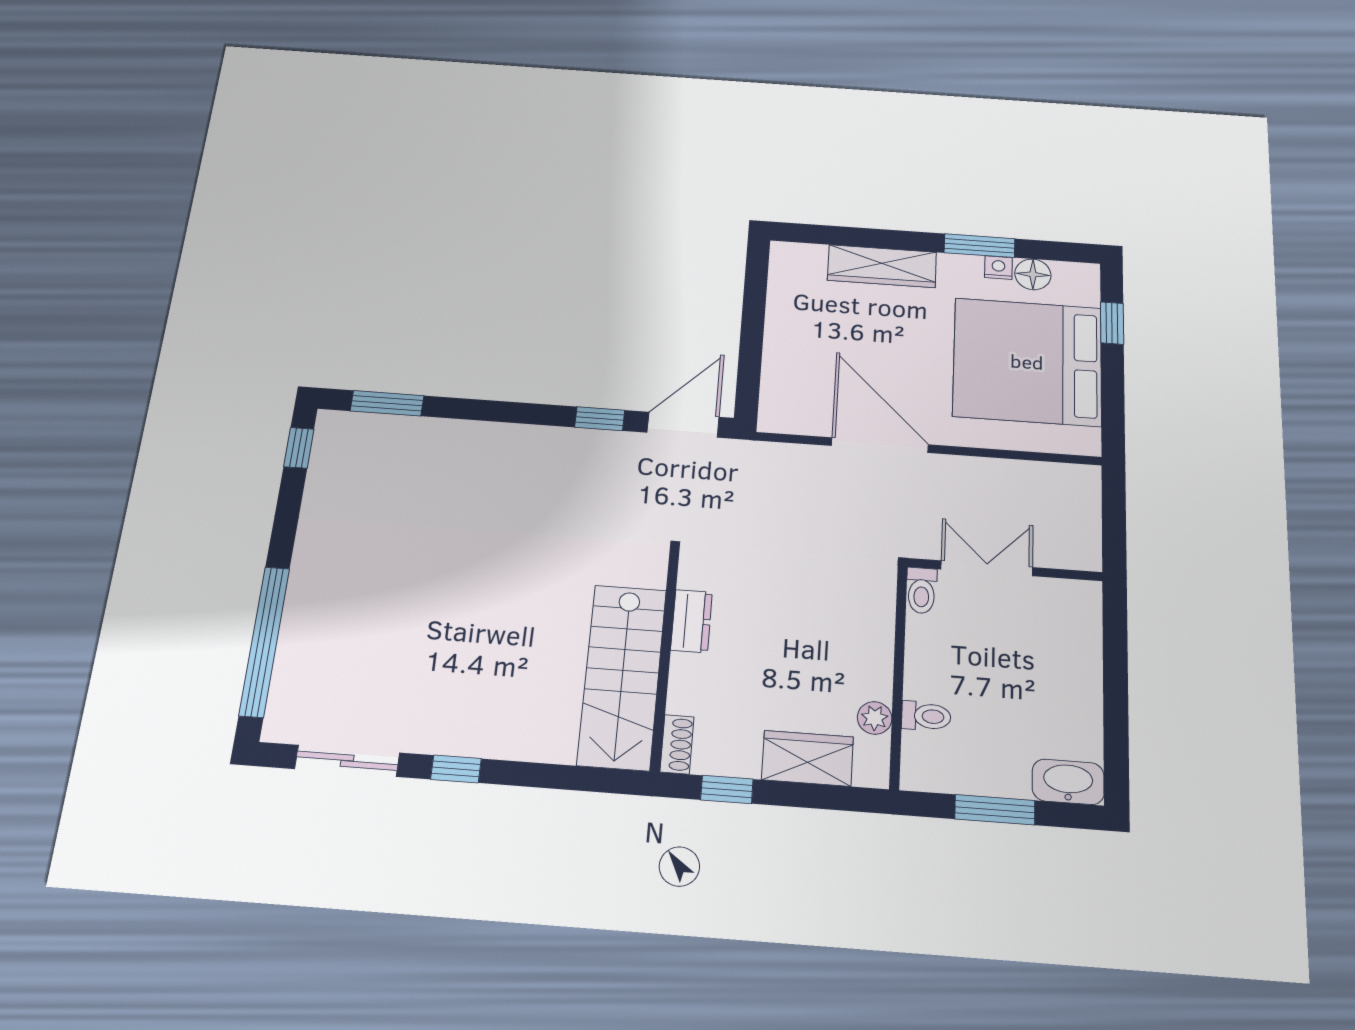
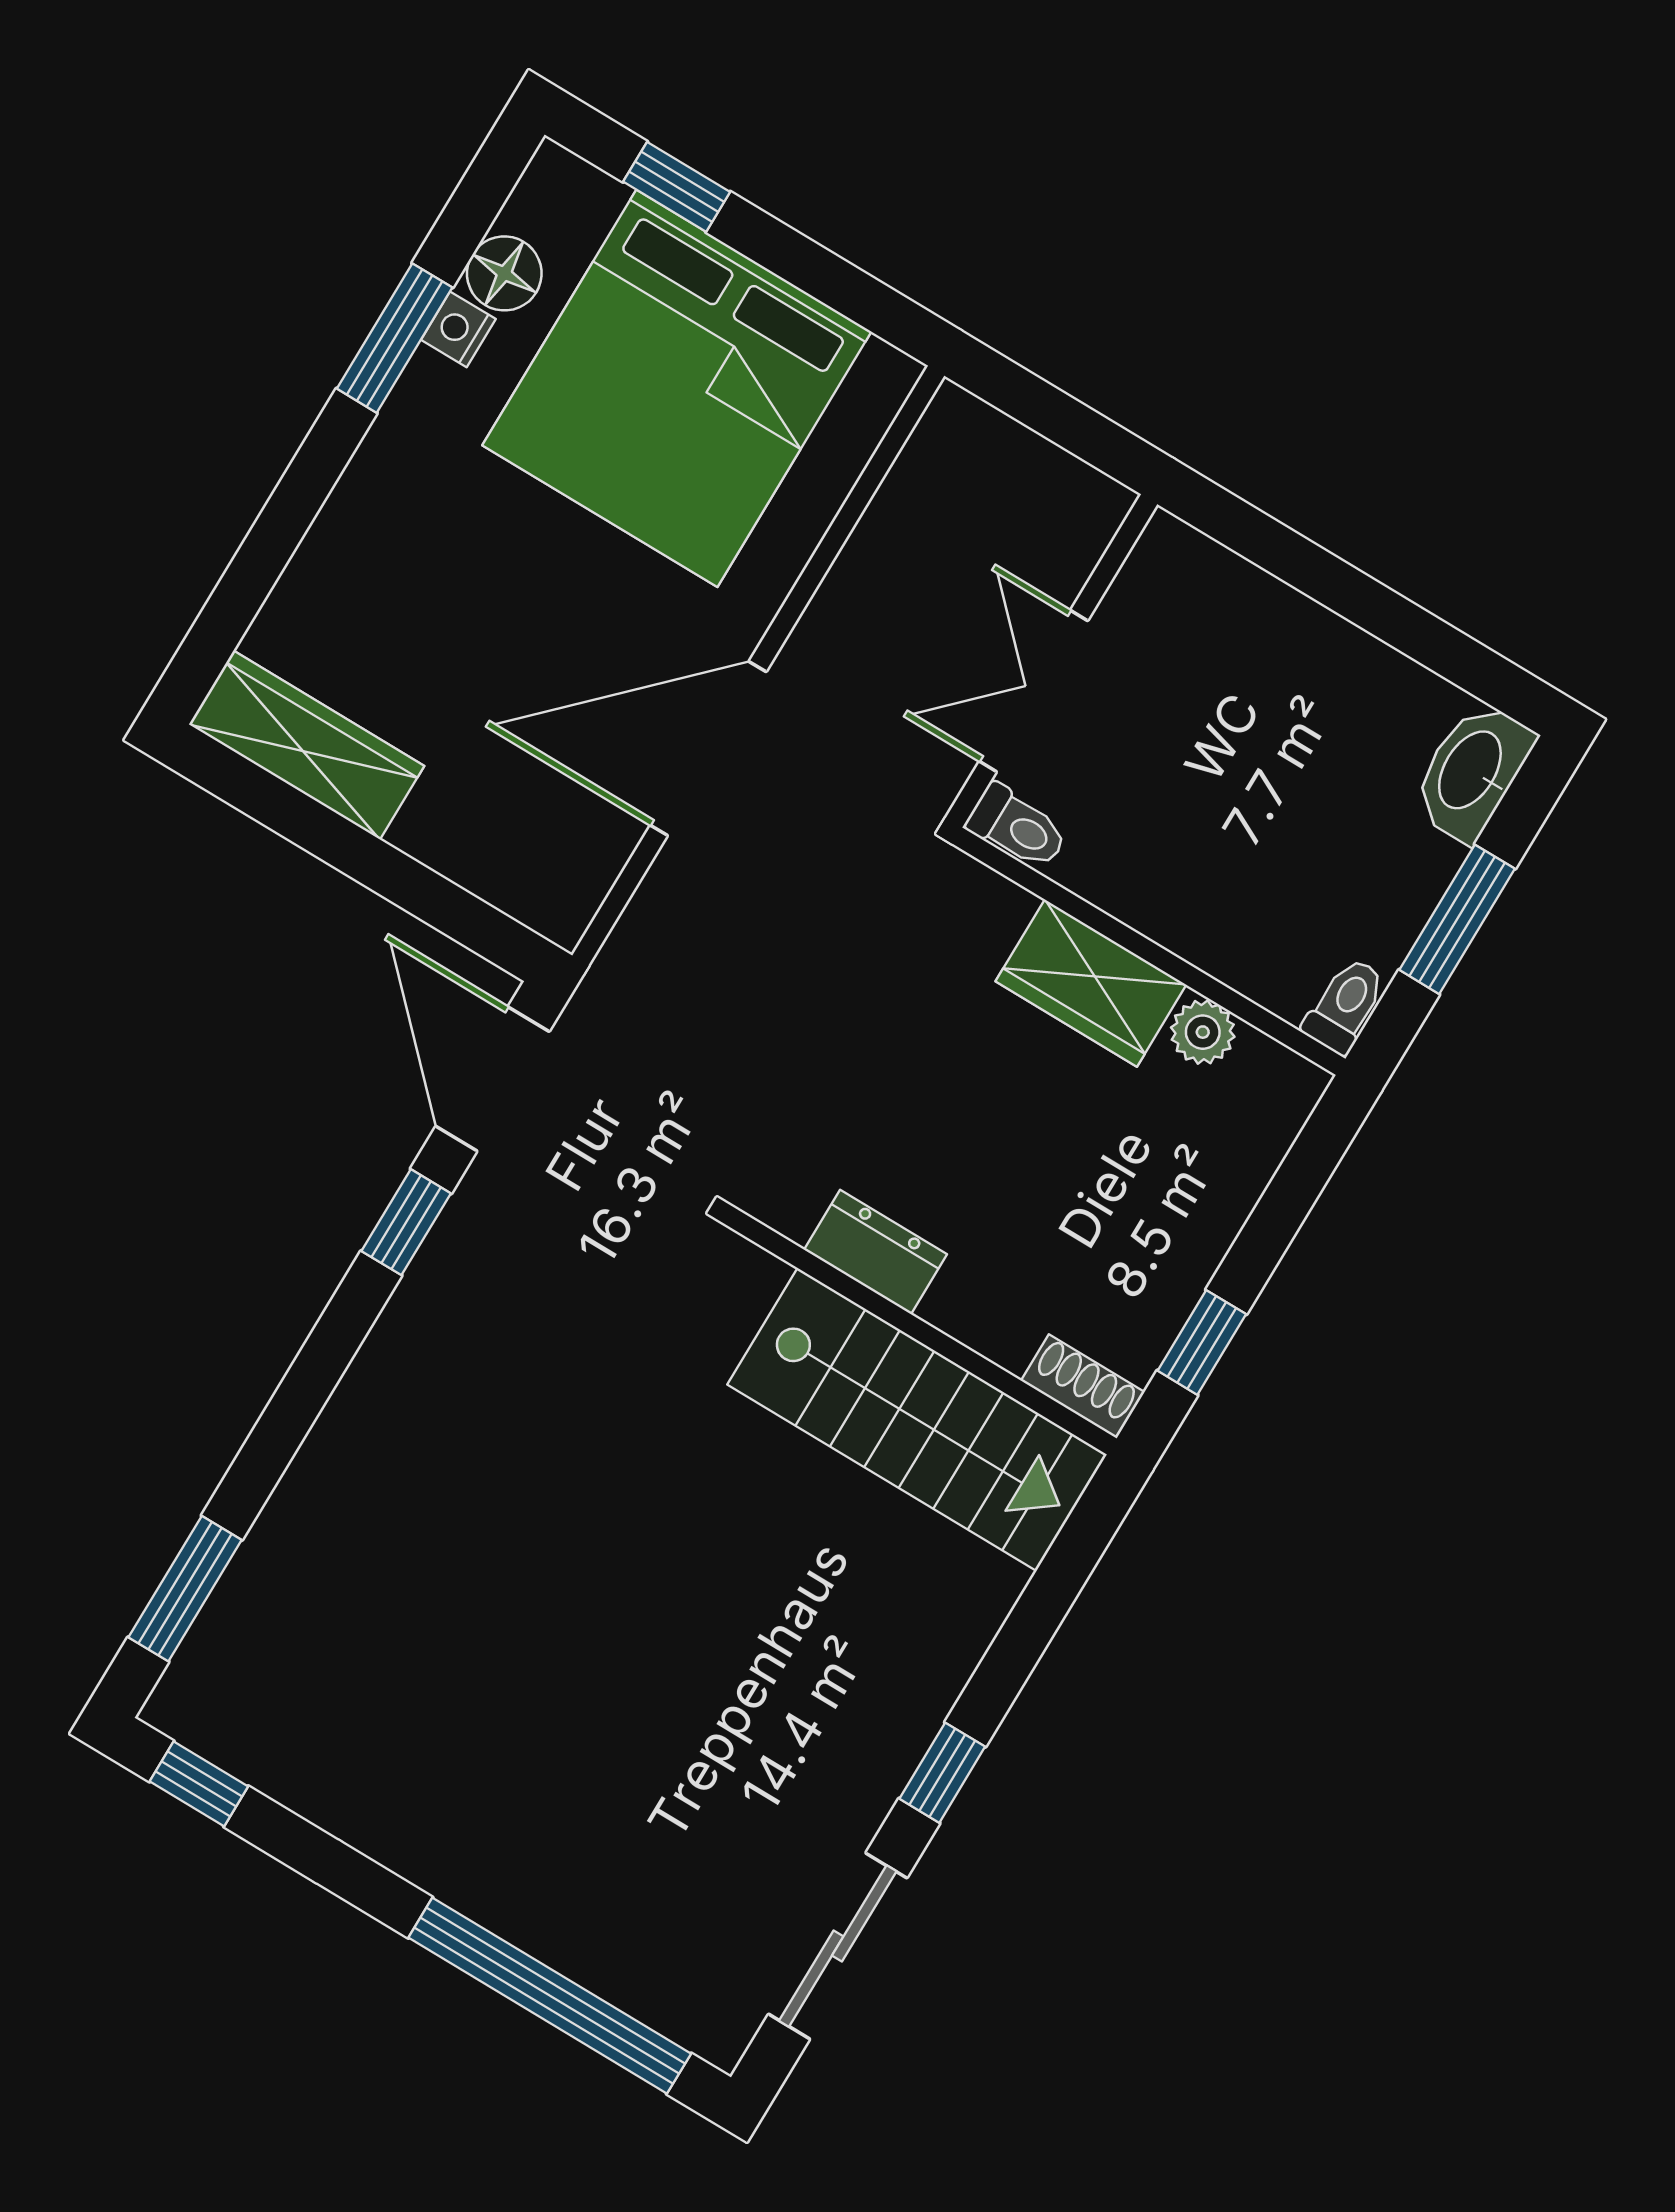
wardrobe: (882, 266) -> (307, 745), moved, turned -90
toilet: (926, 716) -> (1345, 1005), moved
wardrobe: (808, 758) -> (1091, 983), moved, turned -90

